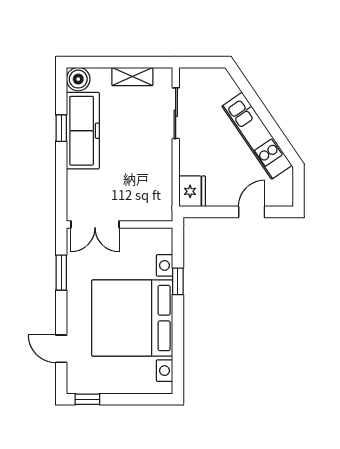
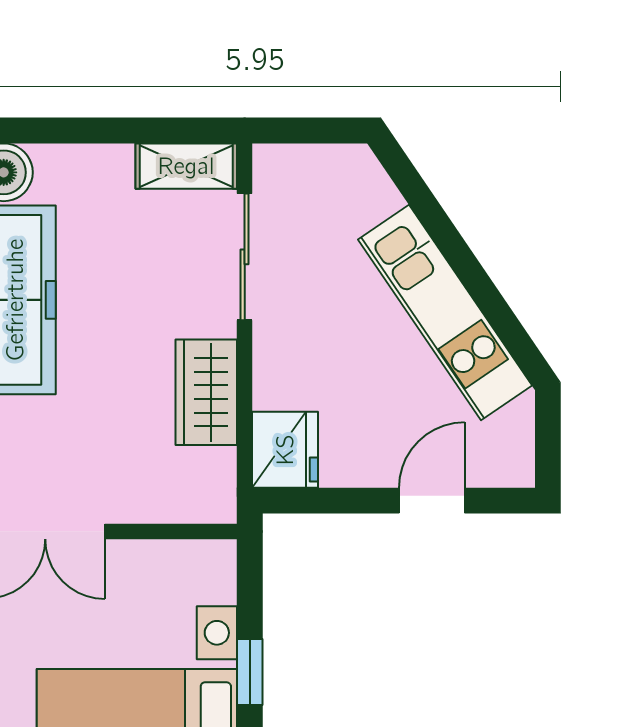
shelving: (132, 77) -> (186, 166), moved
wardrobe: (160, 168) -> (206, 392), added

